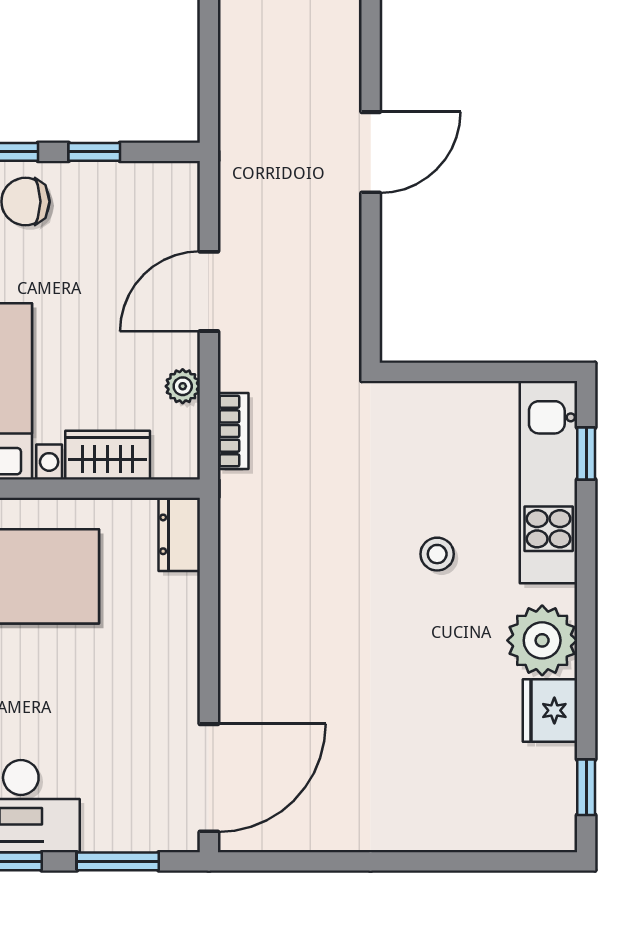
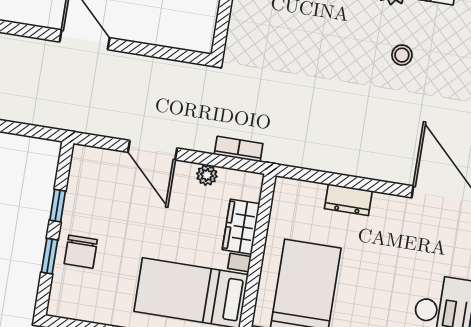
dresser: (179, 534) -> (348, 200), moved
stool: (437, 554) -> (402, 55), moved

